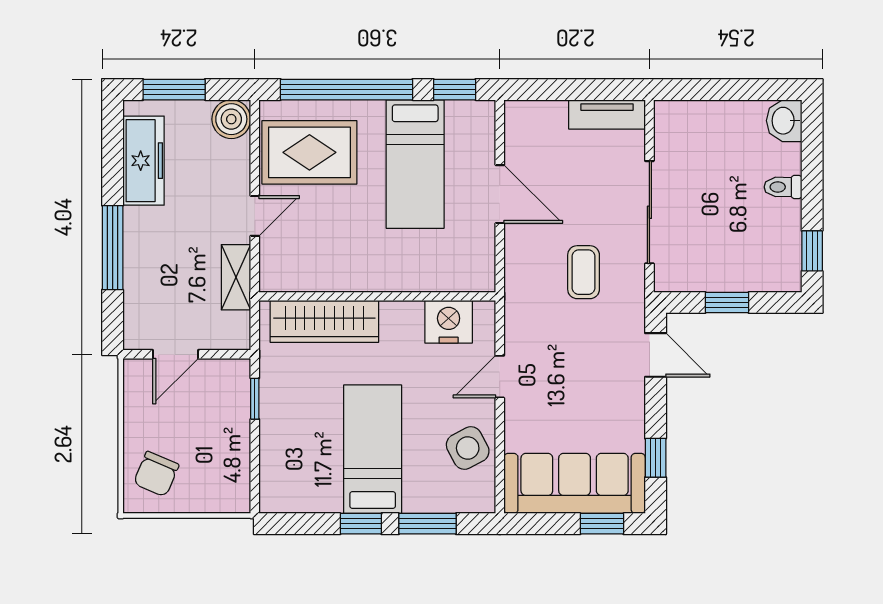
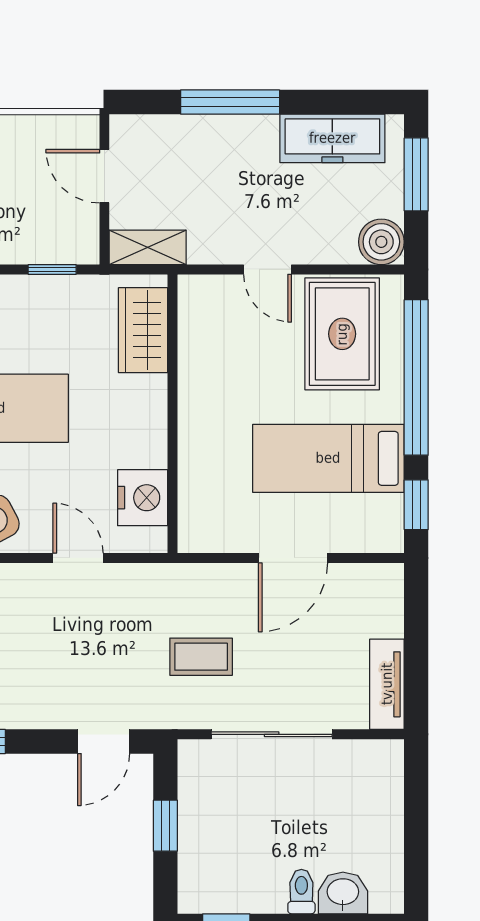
washbasin: (784, 121) -> (343, 893), moved
shelving: (236, 277) -> (148, 247), moved
wardrobe: (324, 321) -> (143, 330), width x0.67

